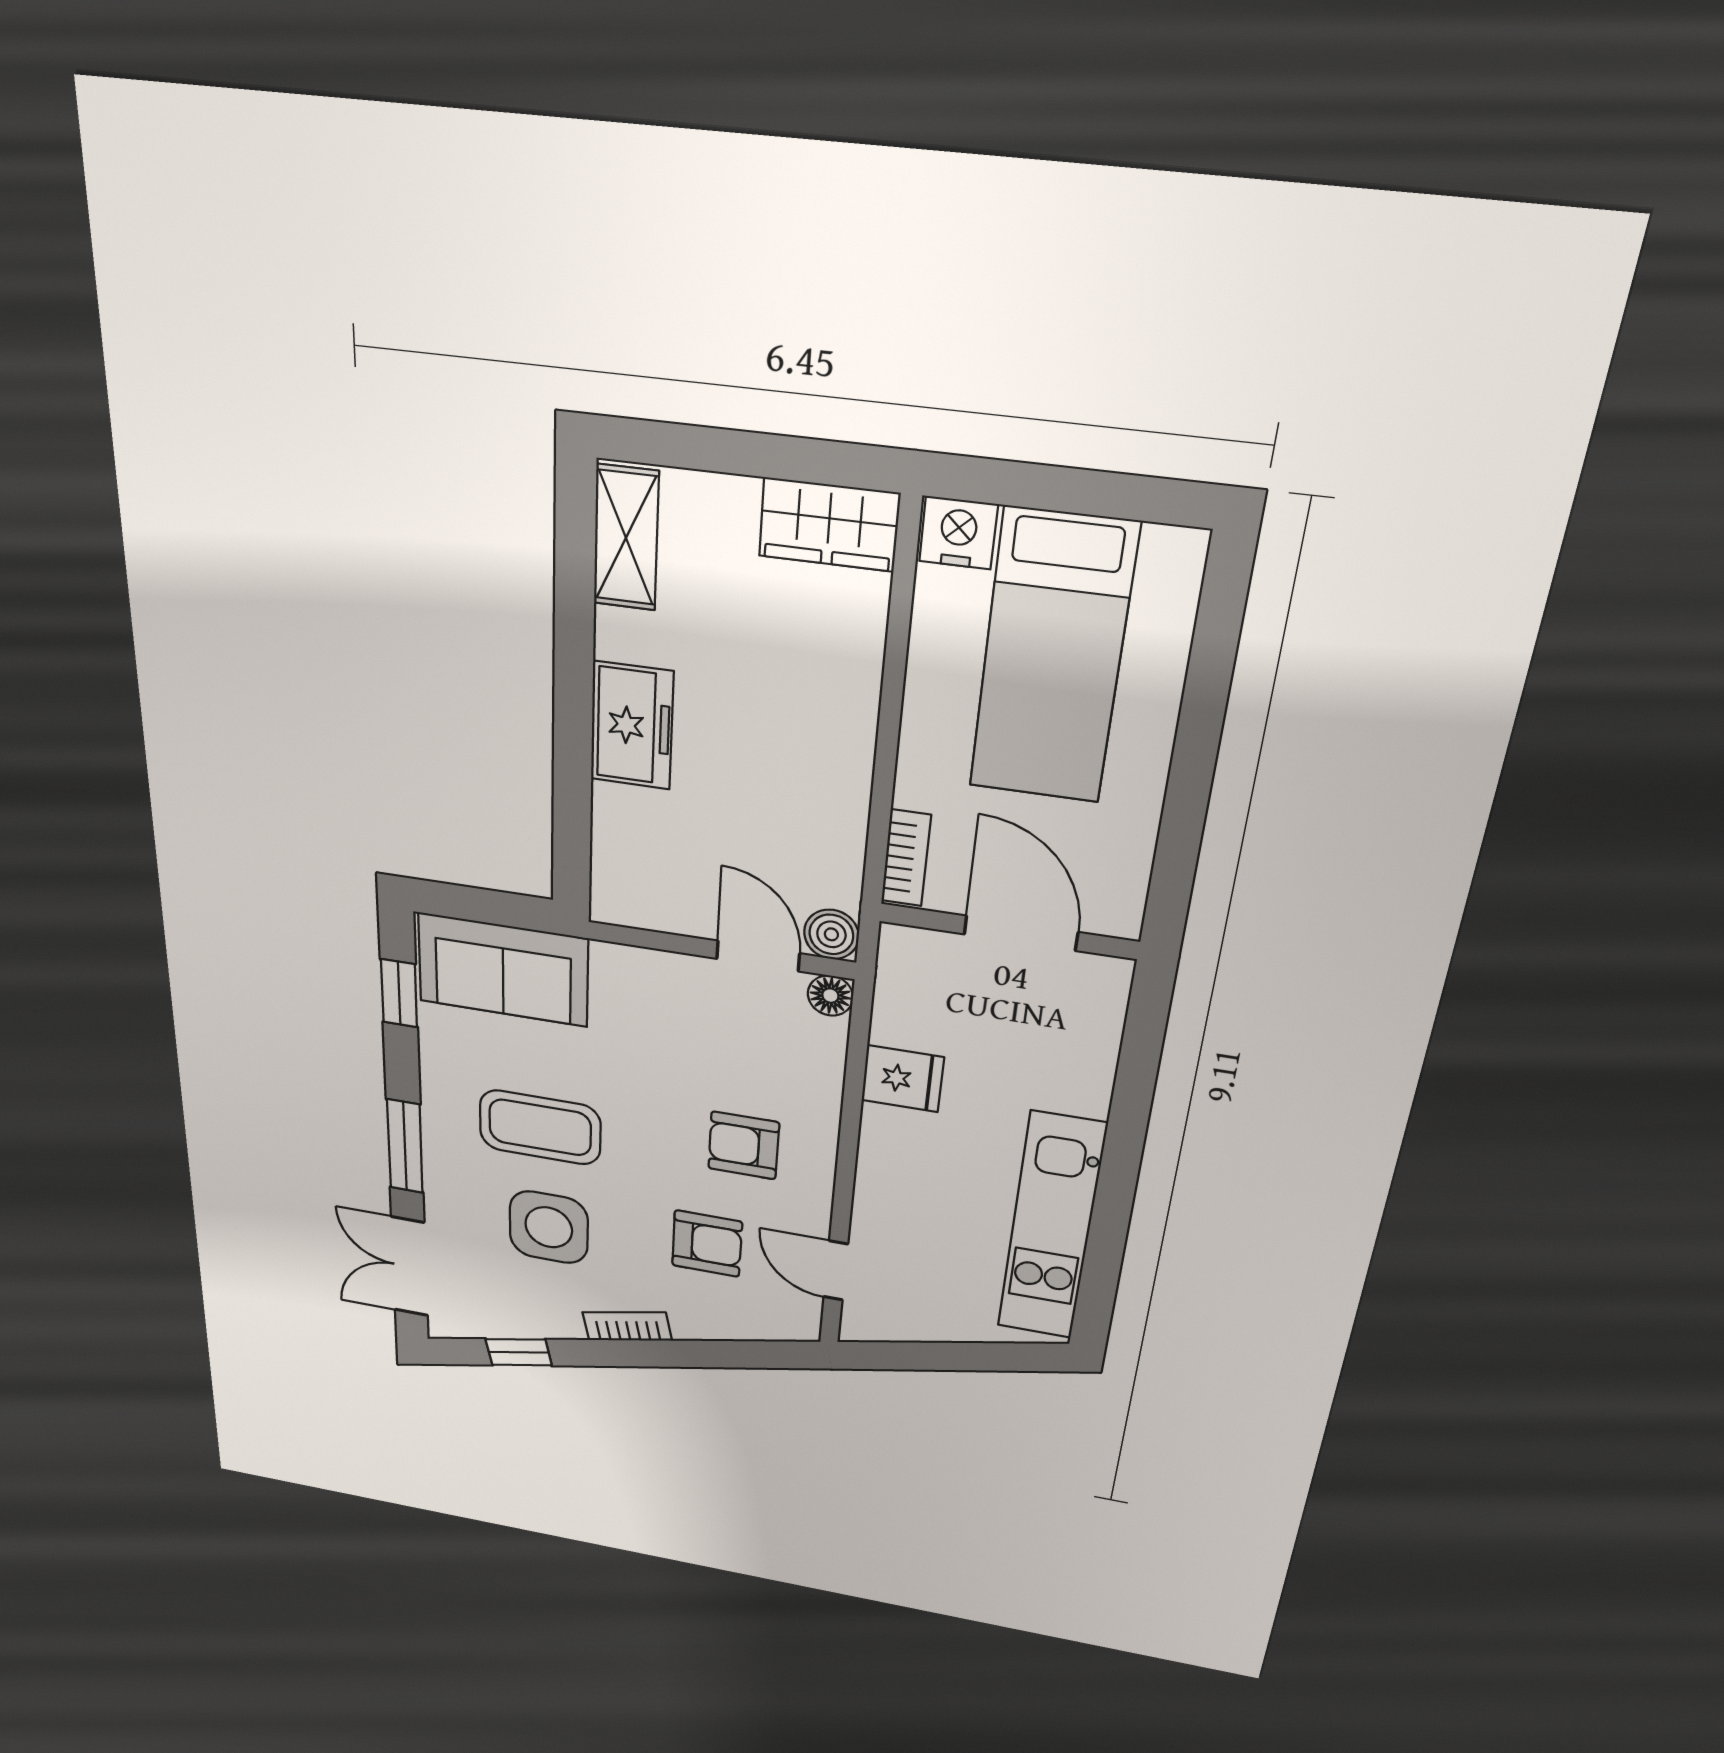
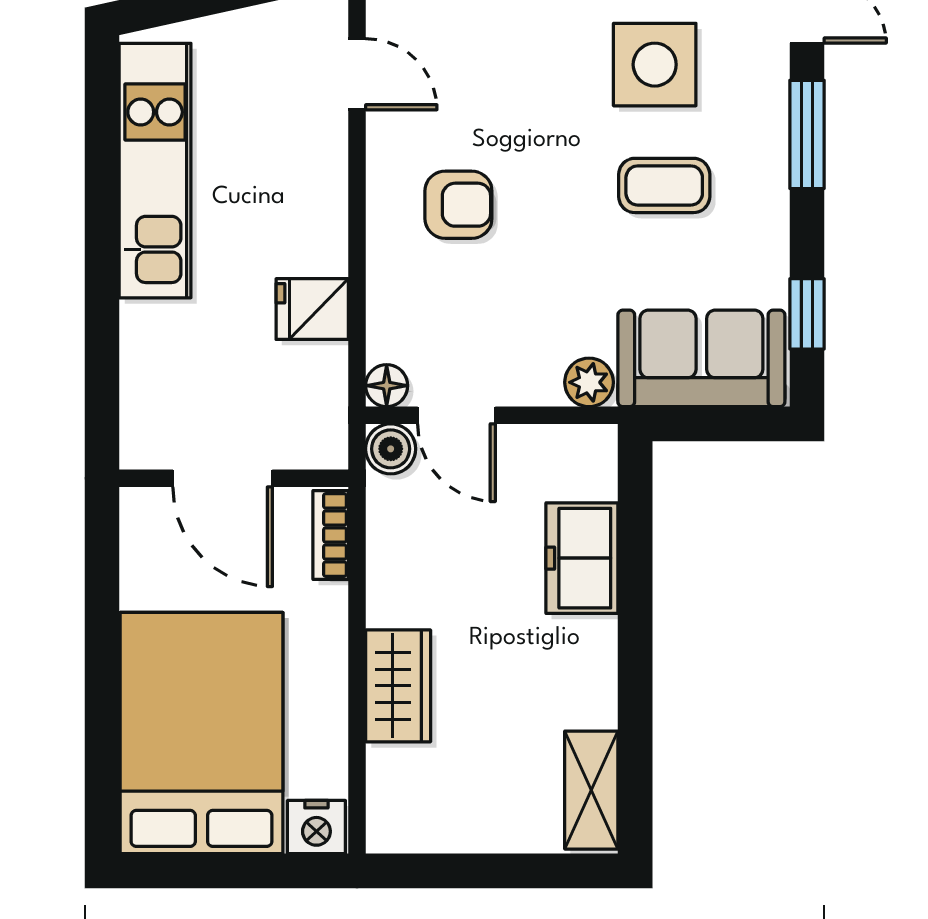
wardrobe: (829, 525) -> (398, 686), moved, turned 90
bed: (1052, 658) -> (201, 733), width x1.50
freezer: (632, 726) -> (582, 558), moved
plant: (618, 966) -> (589, 382), added
coffee table: (540, 1127) -> (664, 185), width x0.73, depth x0.77
armchair: (707, 1244) -> (489, 79), removed

